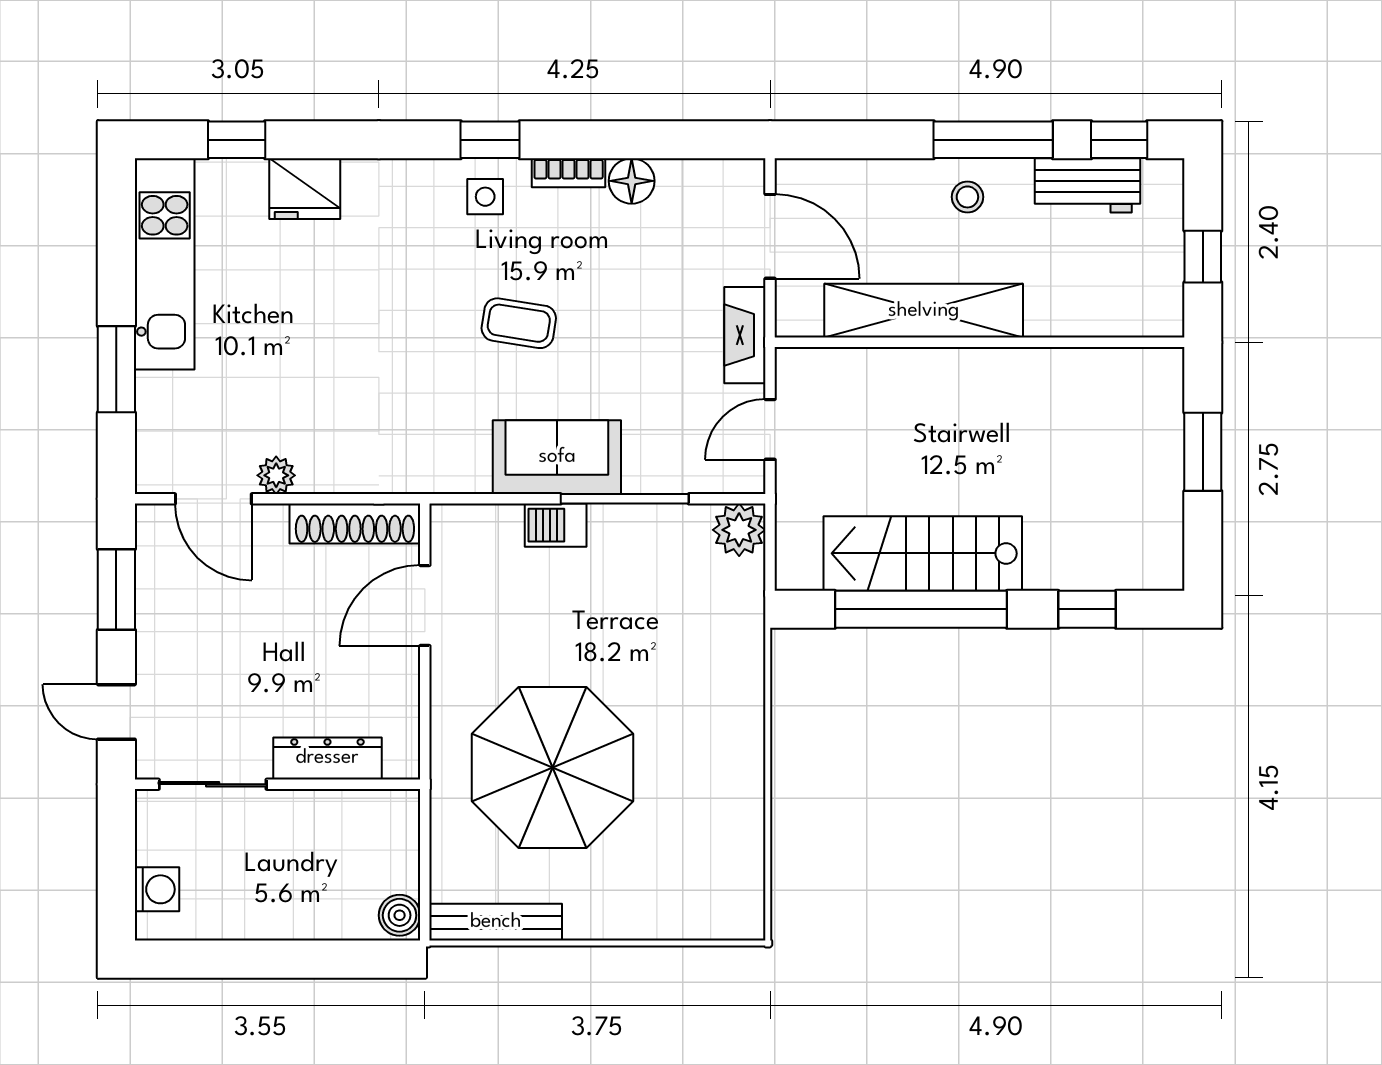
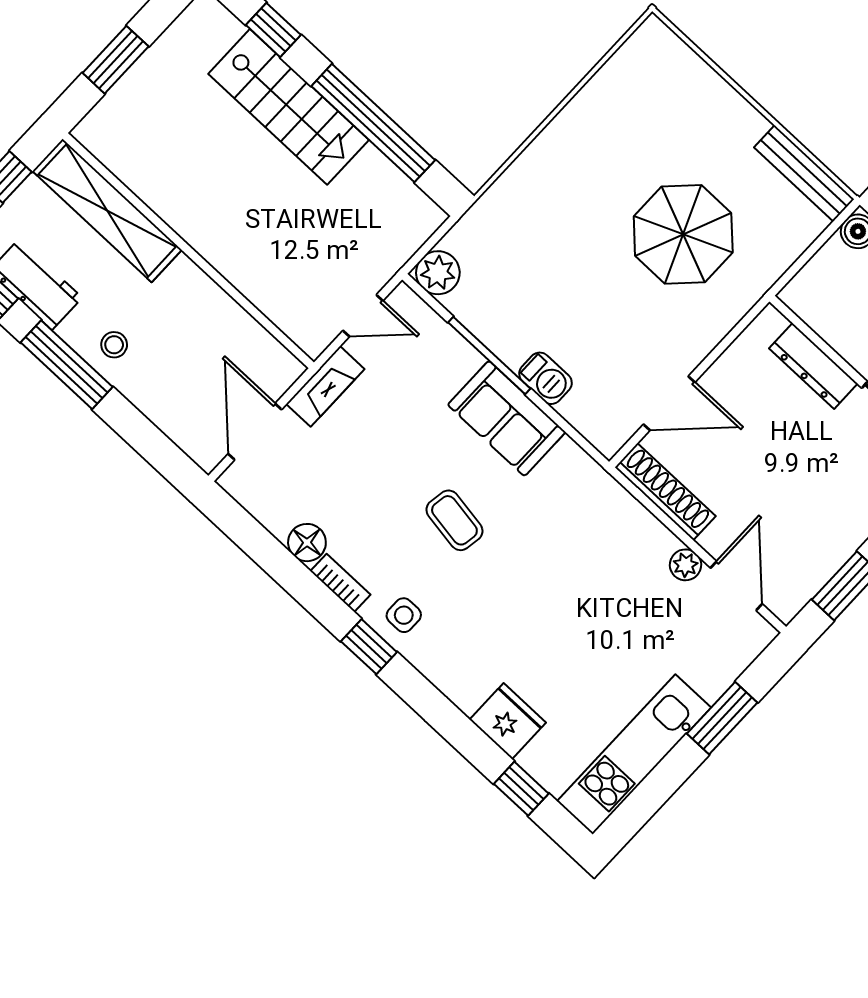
shelving: (924, 311) -> (107, 211), moved
stairs: (923, 553) -> (289, 107), moved
parasol: (553, 768) -> (683, 234), width x0.73, depth x0.73

